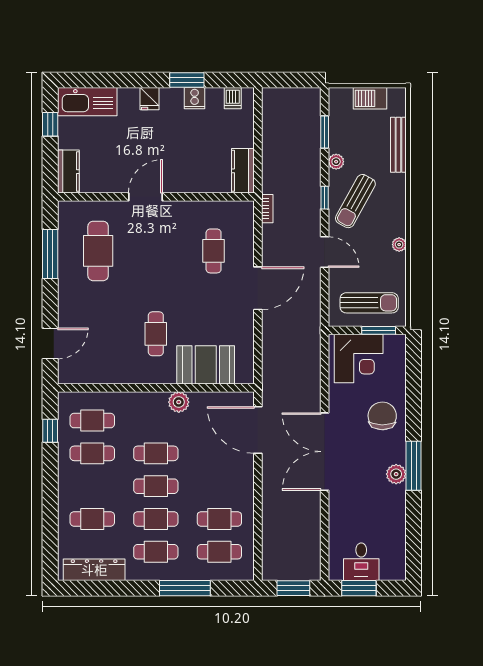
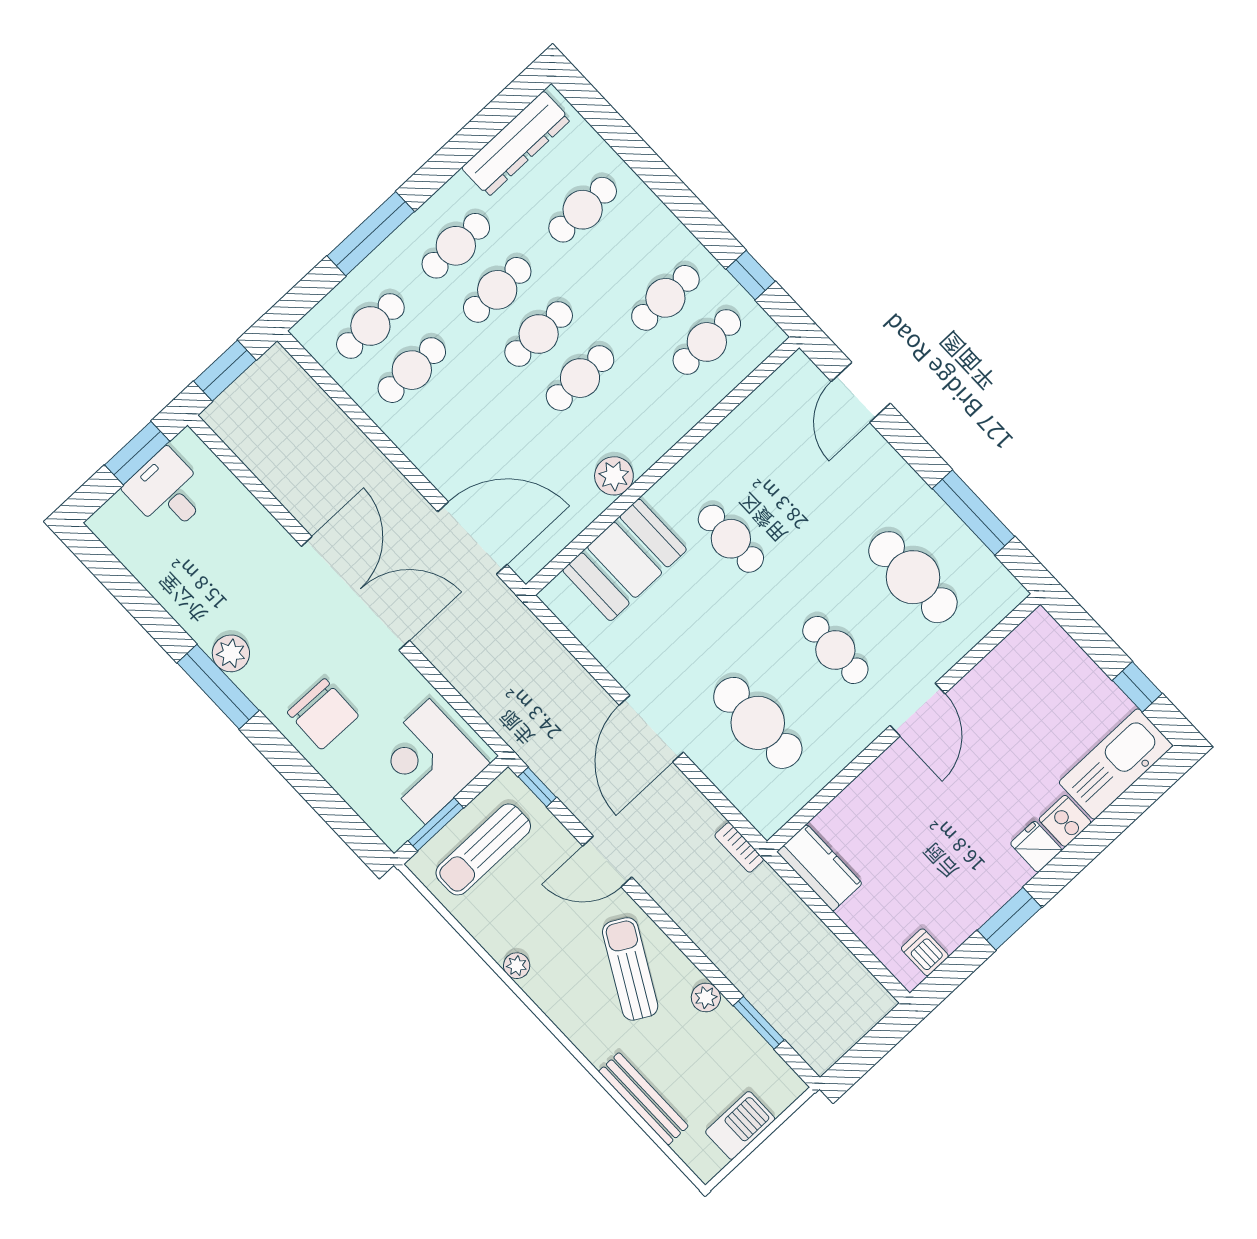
cooker: (195, 98) -> (1065, 821), moved
kitchen counter: (68, 172) -> (1053, 646), removed
window: (325, 198) -> (537, 787), moved
cafe table: (156, 251) -> (835, 650), added
cafe table: (214, 251) -> (758, 723), width x1.37, depth x1.35

